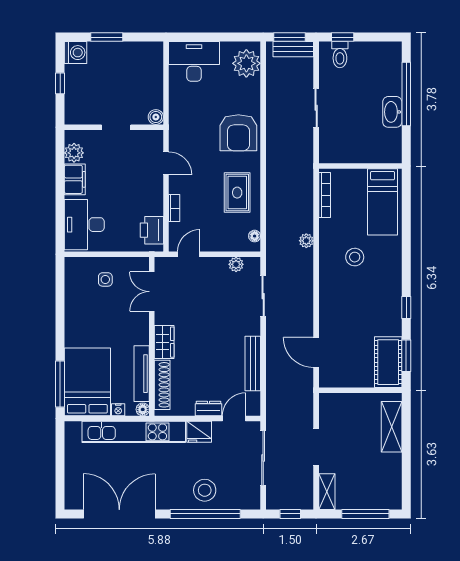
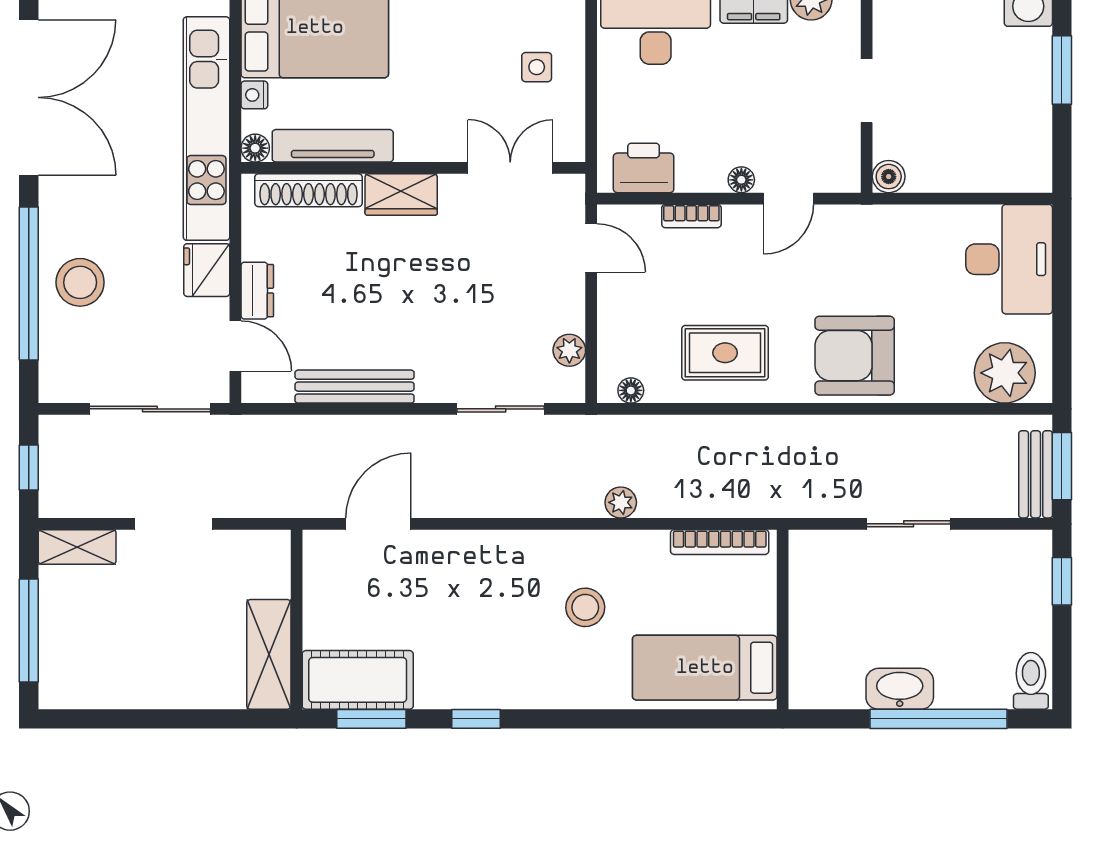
toilet: (340, 55) -> (1031, 681), moved, turned 90
floor lamp: (157, 185) -> (741, 180), added
shelving: (392, 427) -> (269, 654), moved, turned 90

